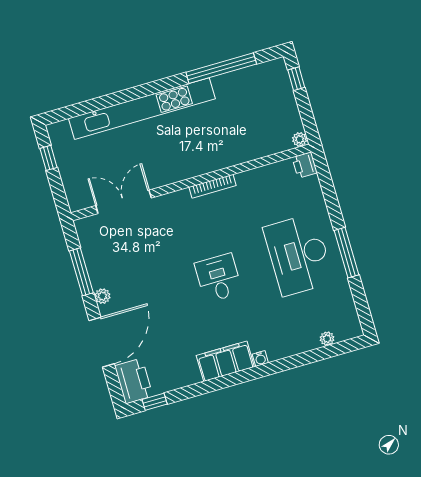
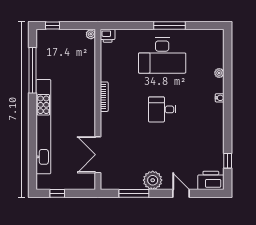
plant: (102, 296) -> (153, 180), width x1.88, depth x1.88
plant: (327, 339) -> (219, 73), moved
door: (102, 342) -> (181, 193), width x0.53
filing cabinet: (225, 361) -> (215, 120), removed
window: (155, 402) -> (228, 161), moved

